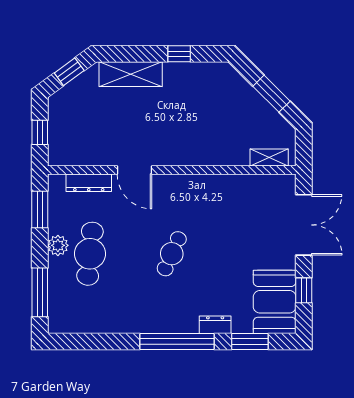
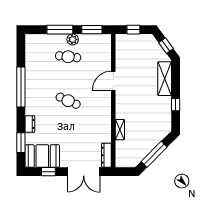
window: (272, 94) -> (154, 154), width x1.44
shelving: (269, 157) -> (120, 130), moved
dresser: (89, 183) -> (106, 155), moved
cafe table: (90, 254) -> (68, 57), width x0.73, depth x0.74
window: (40, 292) -> (60, 30), moved
window: (177, 341) -> (21, 87), moved

